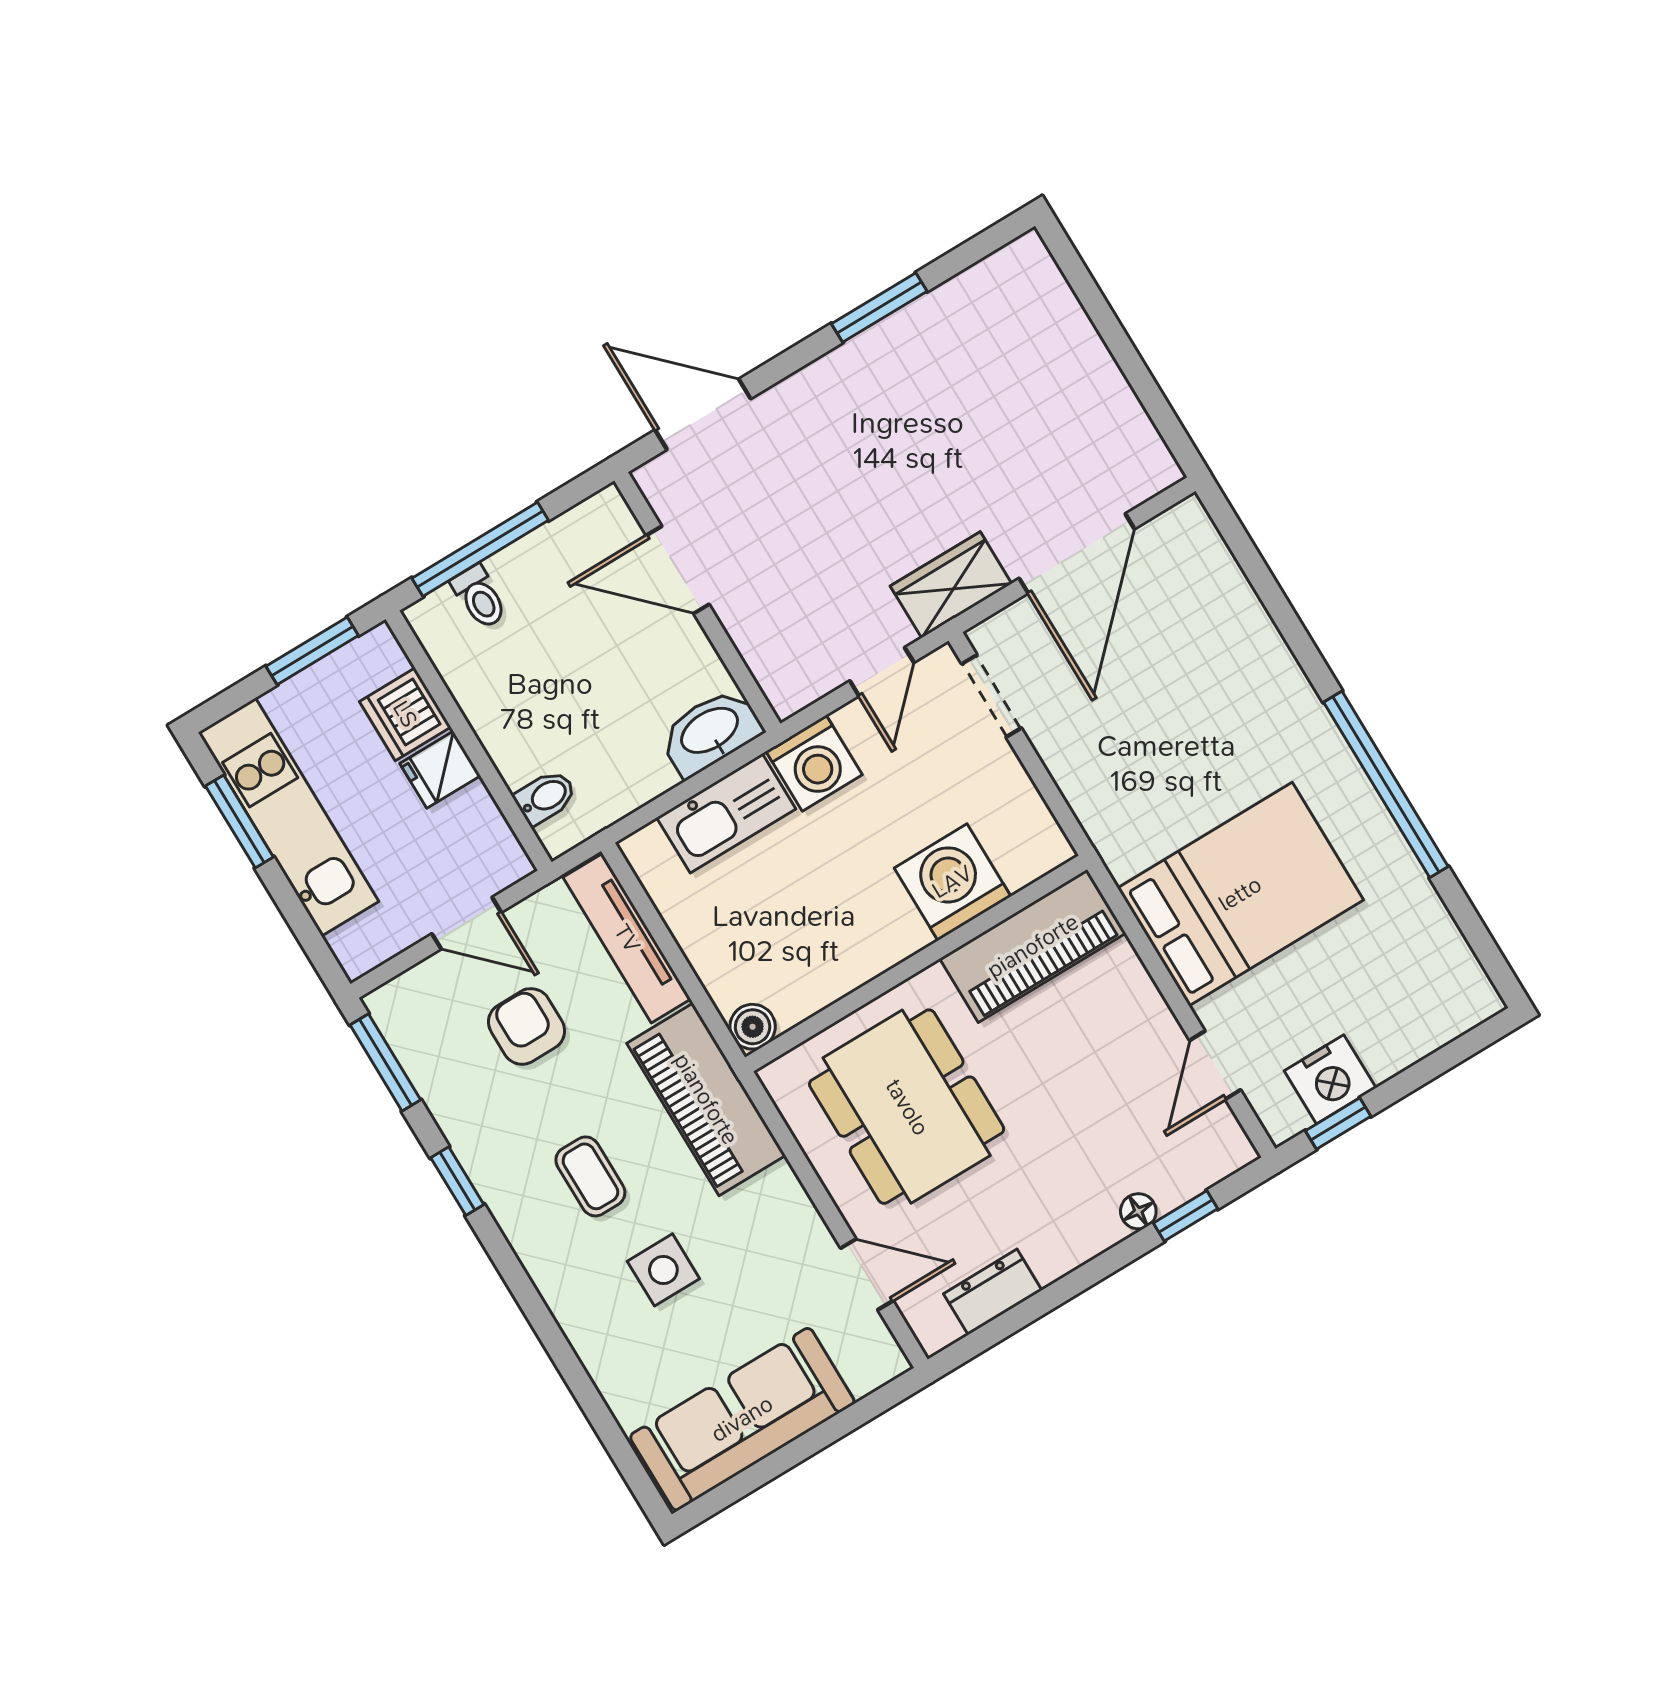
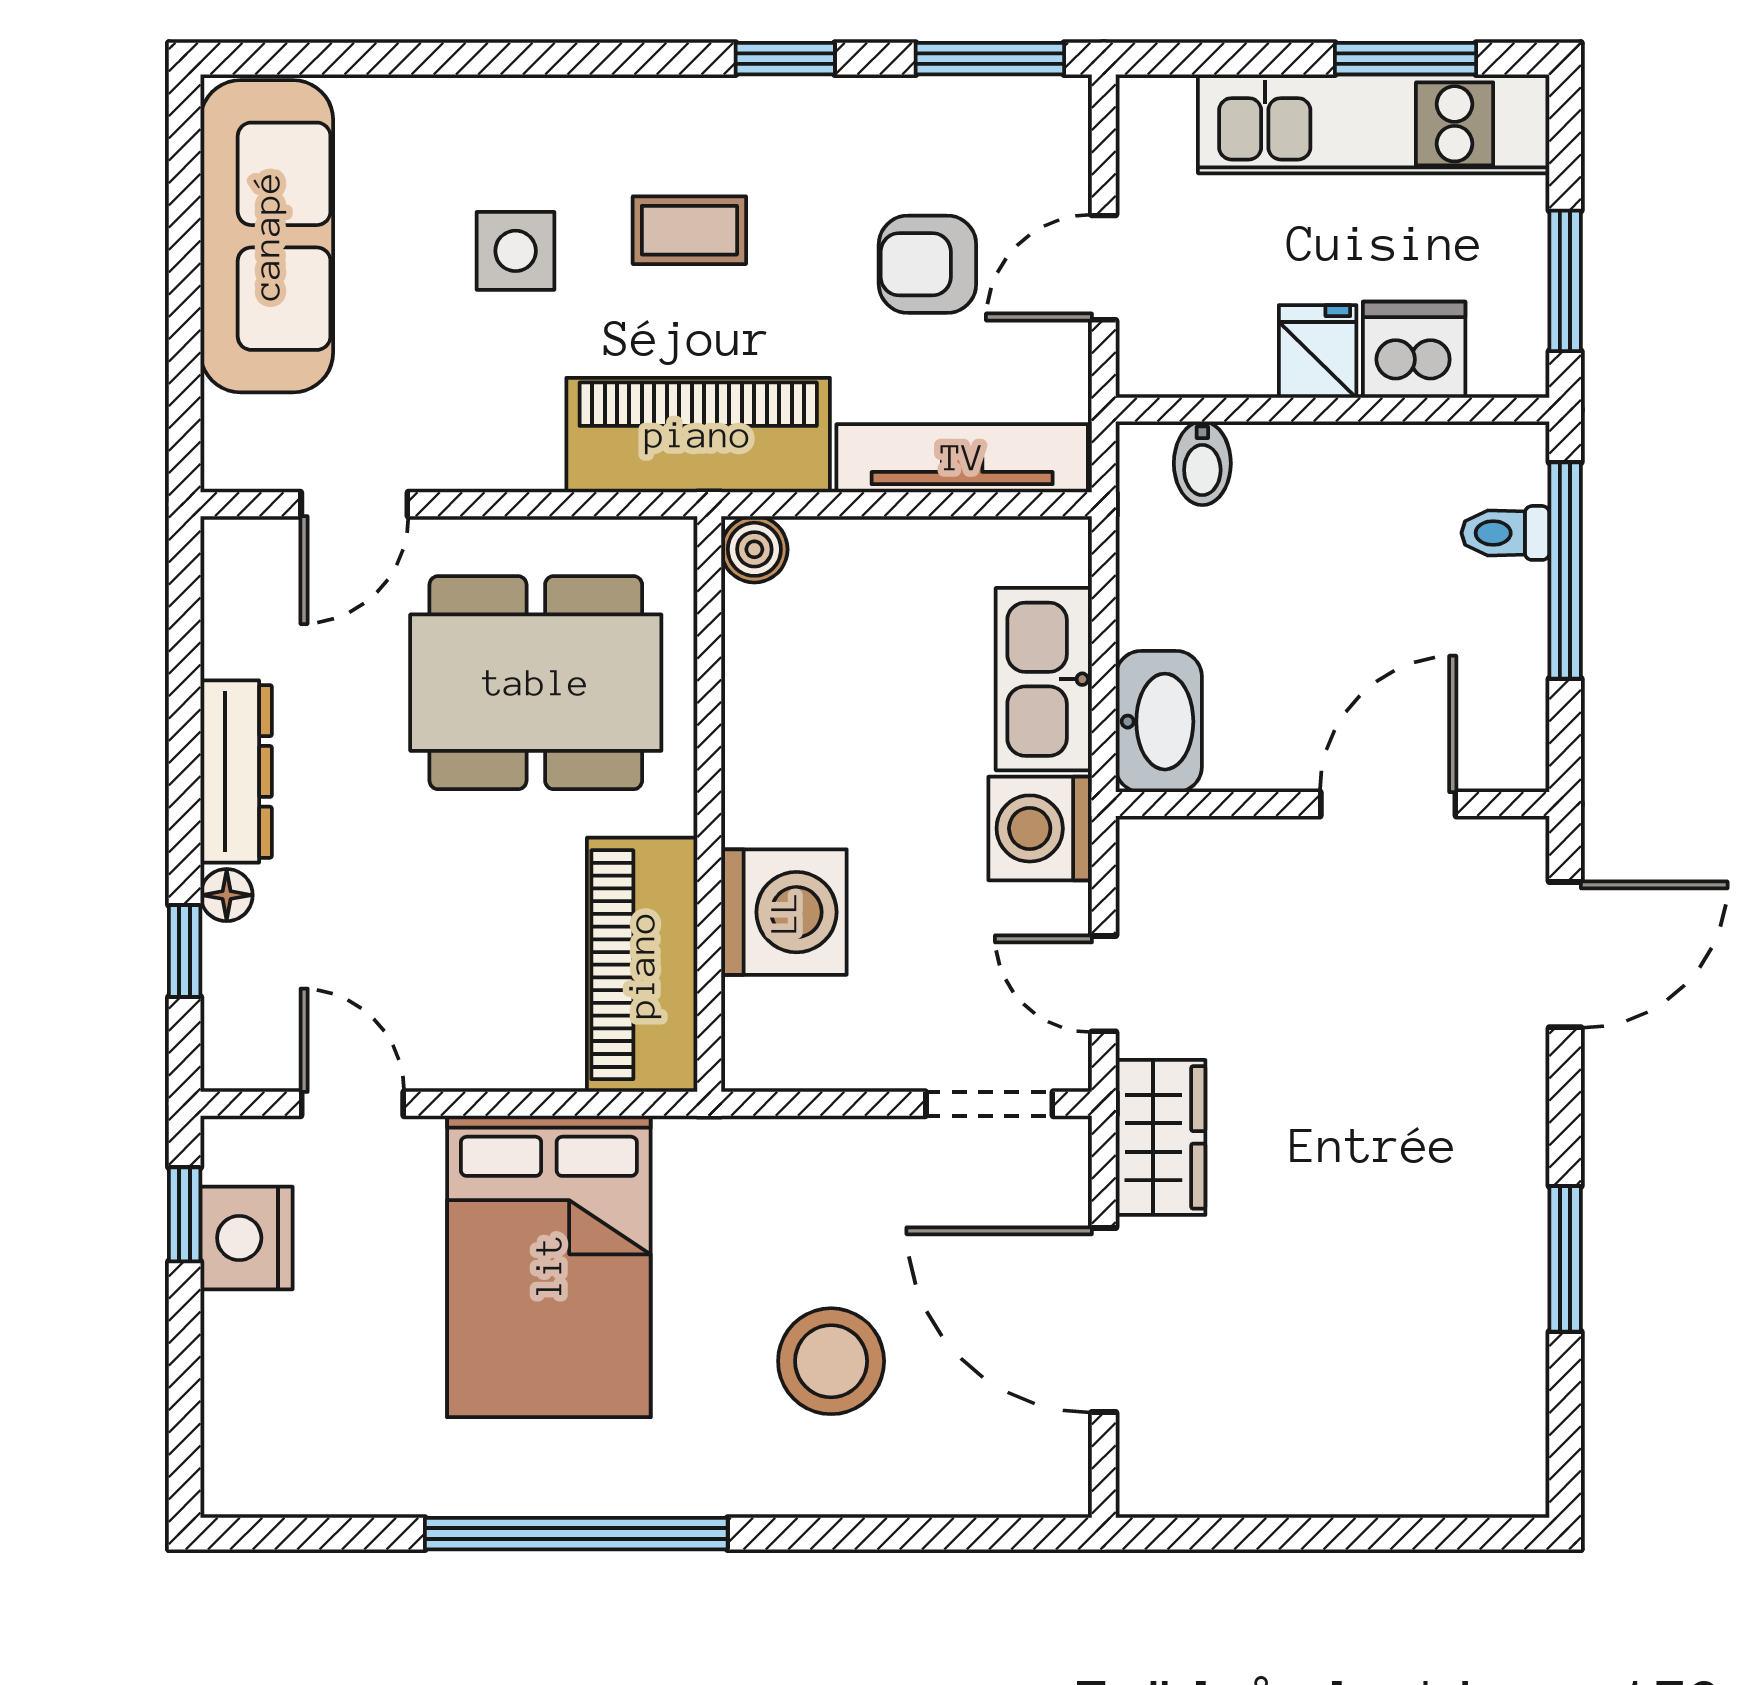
stool: (1196, 697) -> (831, 1361), added
armchair: (527, 1026) -> (927, 264), turned 180
dresser: (993, 1292) -> (236, 771), moved, width x1.44

